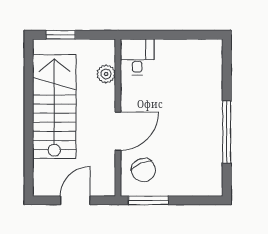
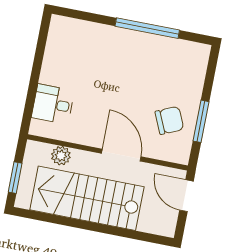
plant: (106, 74) -> (61, 156), moved
wall: (118, 118) -> (107, 152), moved
door: (118, 131) -> (121, 155), moved

